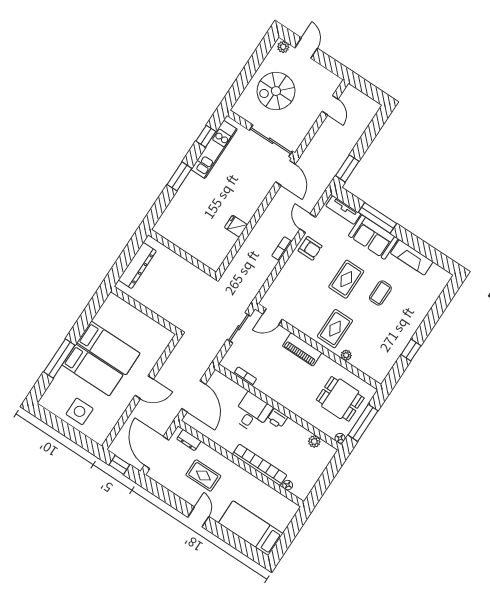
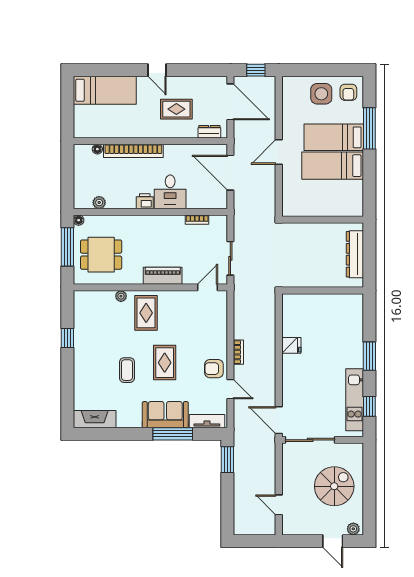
fireplace: (412, 257) -> (95, 419), moved
armchair: (57, 398) -> (348, 92), added

